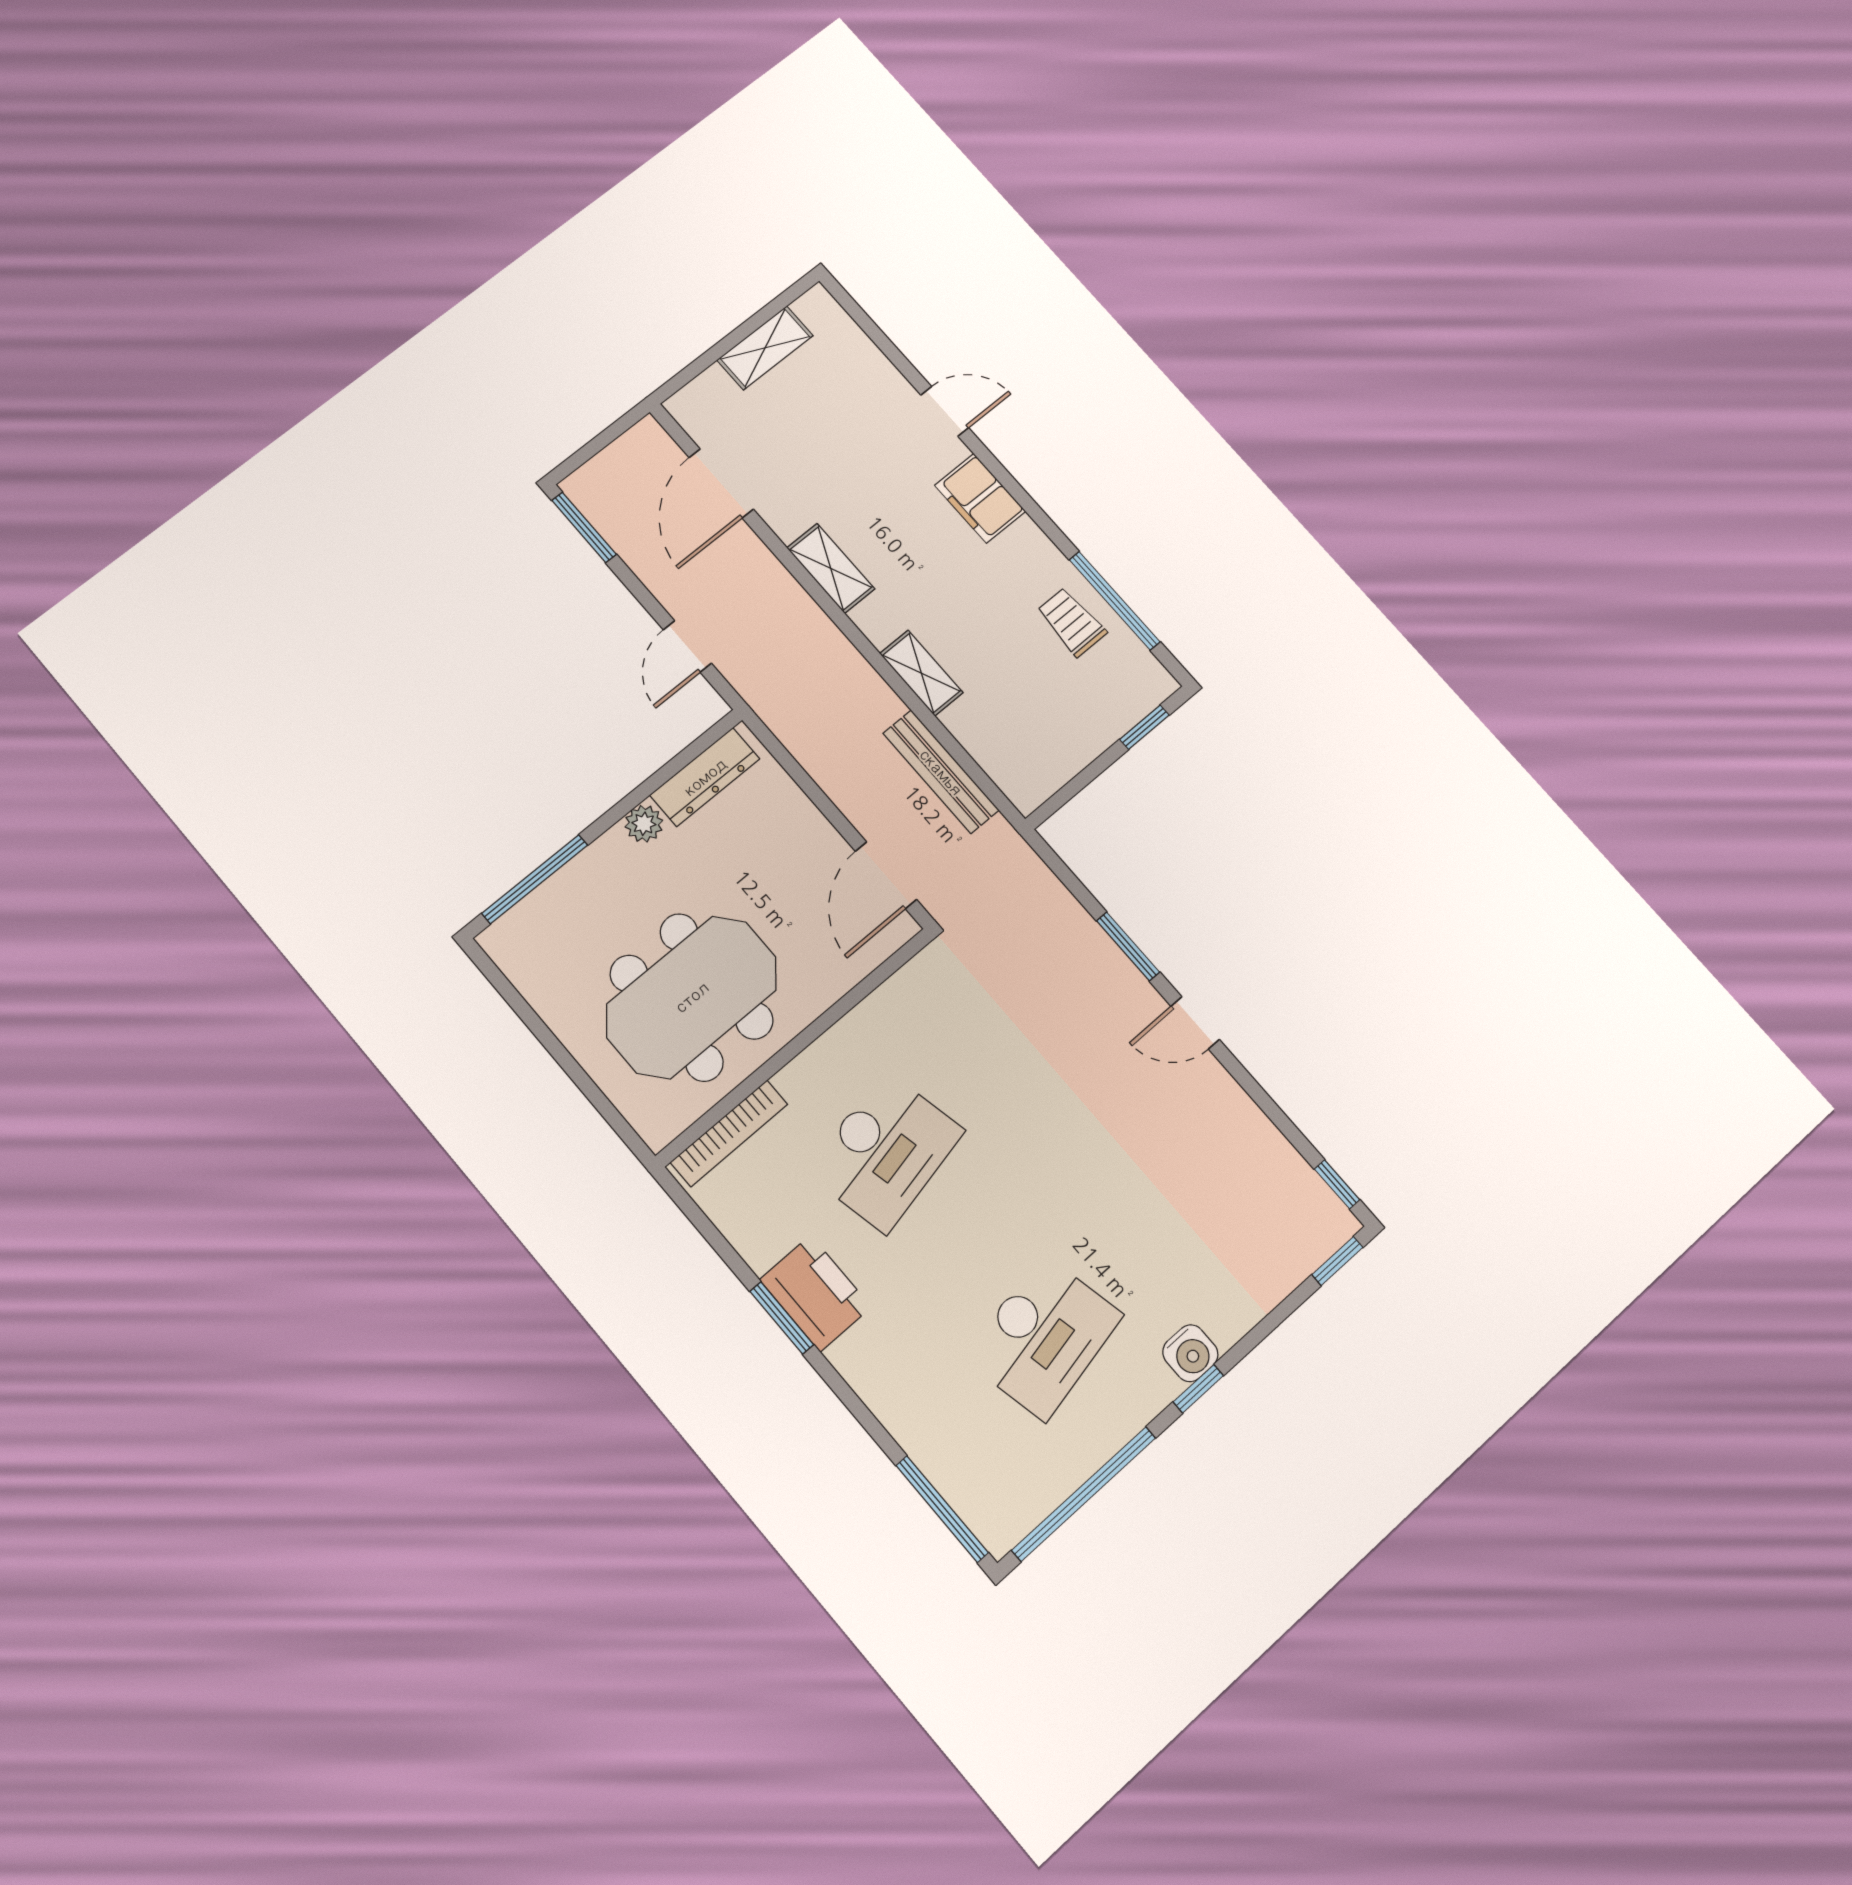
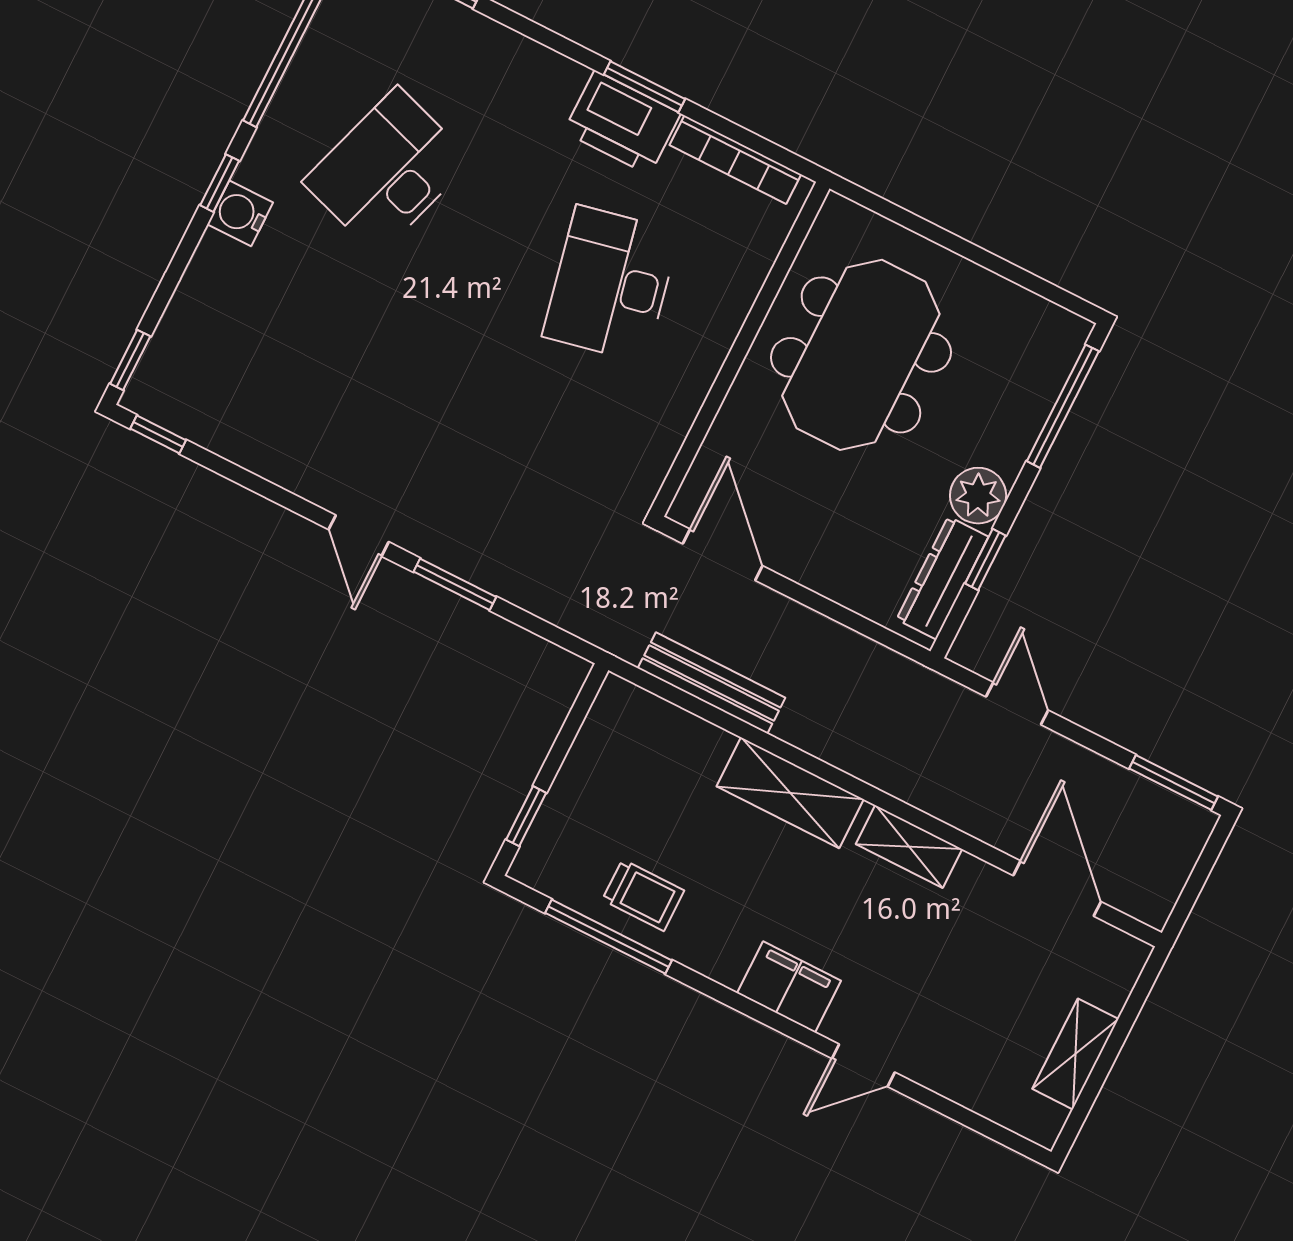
shelving: (921, 673) -> (790, 793), width x1.50, depth x1.33
window: (661, 777) -> (985, 560), added
plant: (644, 824) -> (978, 496), width x1.38, depth x1.38
door: (1195, 1023) -> (359, 536), swing flipped
bookcase: (729, 1133) -> (735, 160), moved, turned -90
desk: (1044, 1337) -> (387, 171), turned 30

